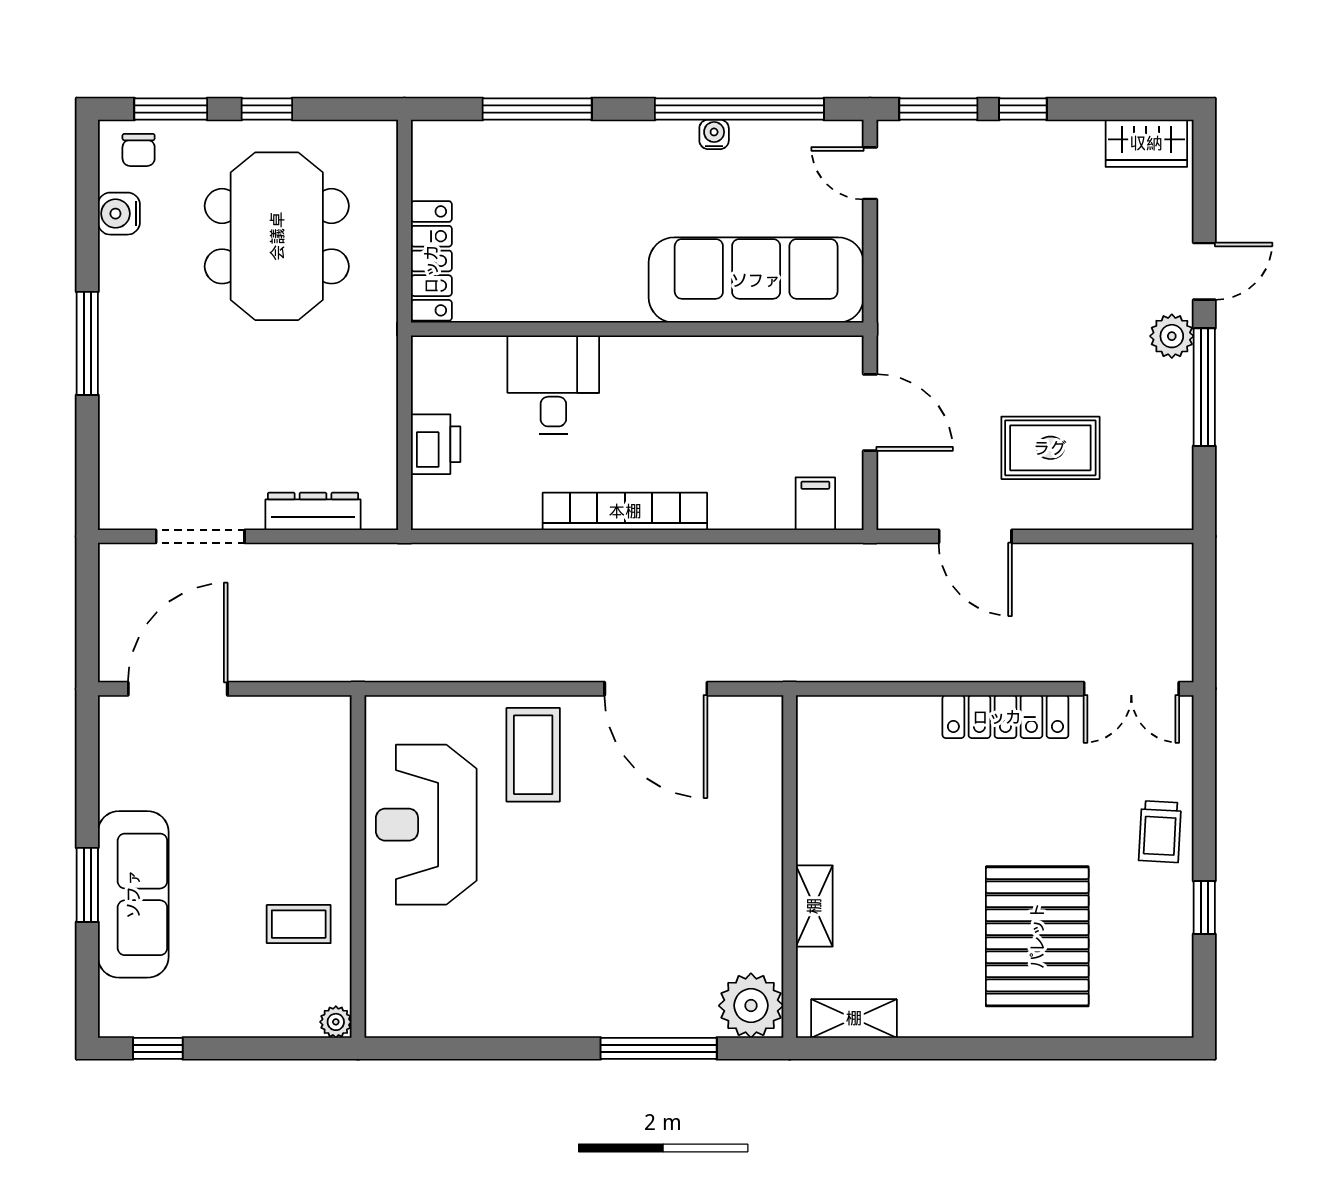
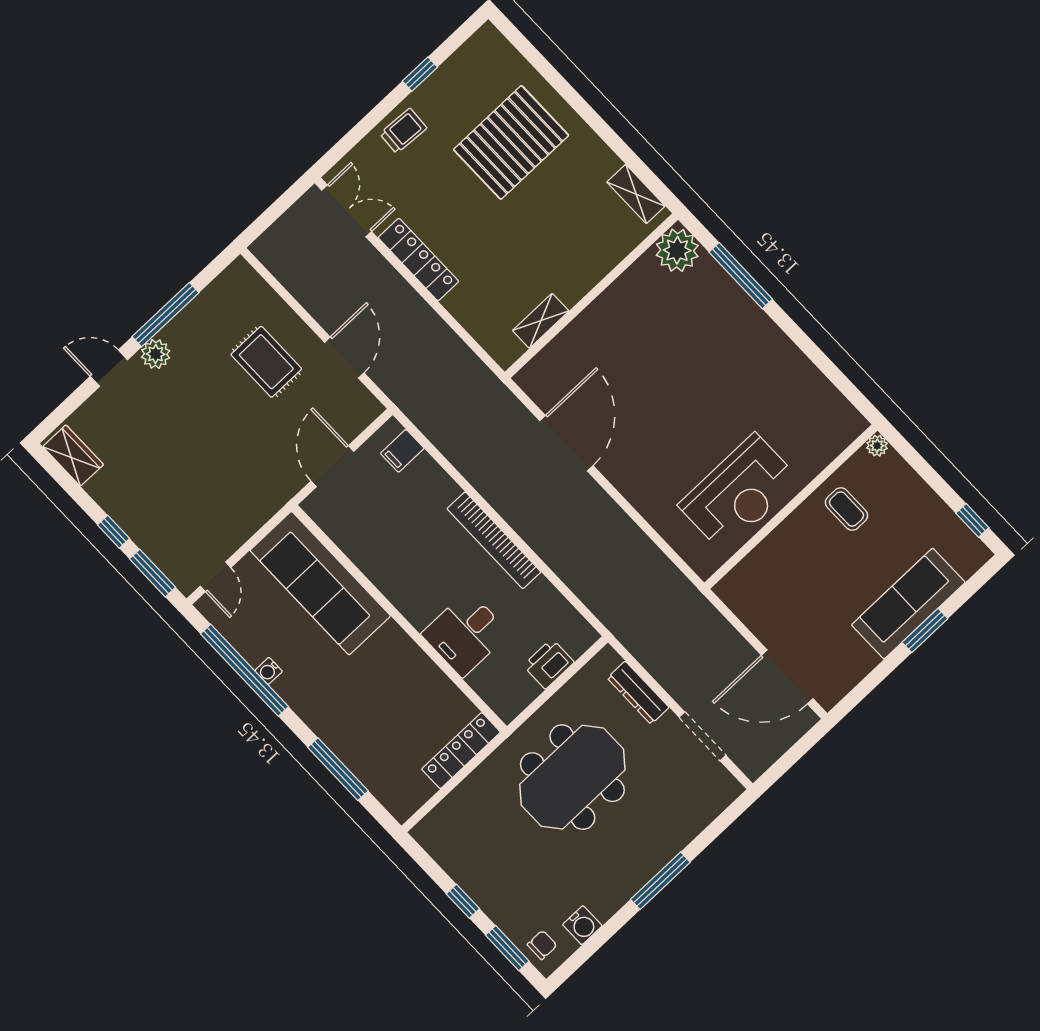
meeting table: (277, 236) -> (572, 777), moved
coffee table: (533, 755) -> (655, 473), removed
shelving: (814, 906) -> (541, 321), moved

